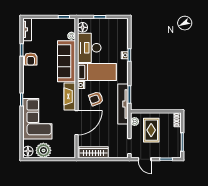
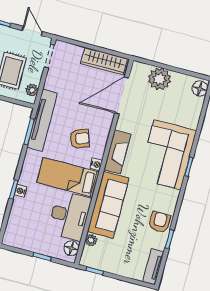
corner sofa: (37, 119) -> (167, 155), moved
door: (76, 123) -> (122, 96), moved
plant: (43, 150) -> (160, 79), moved

